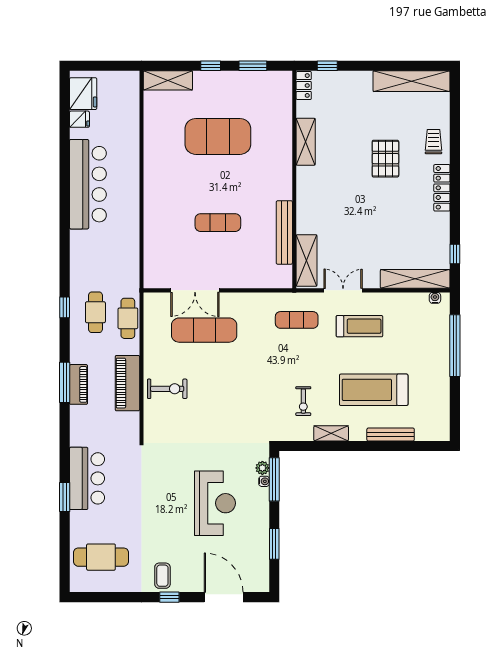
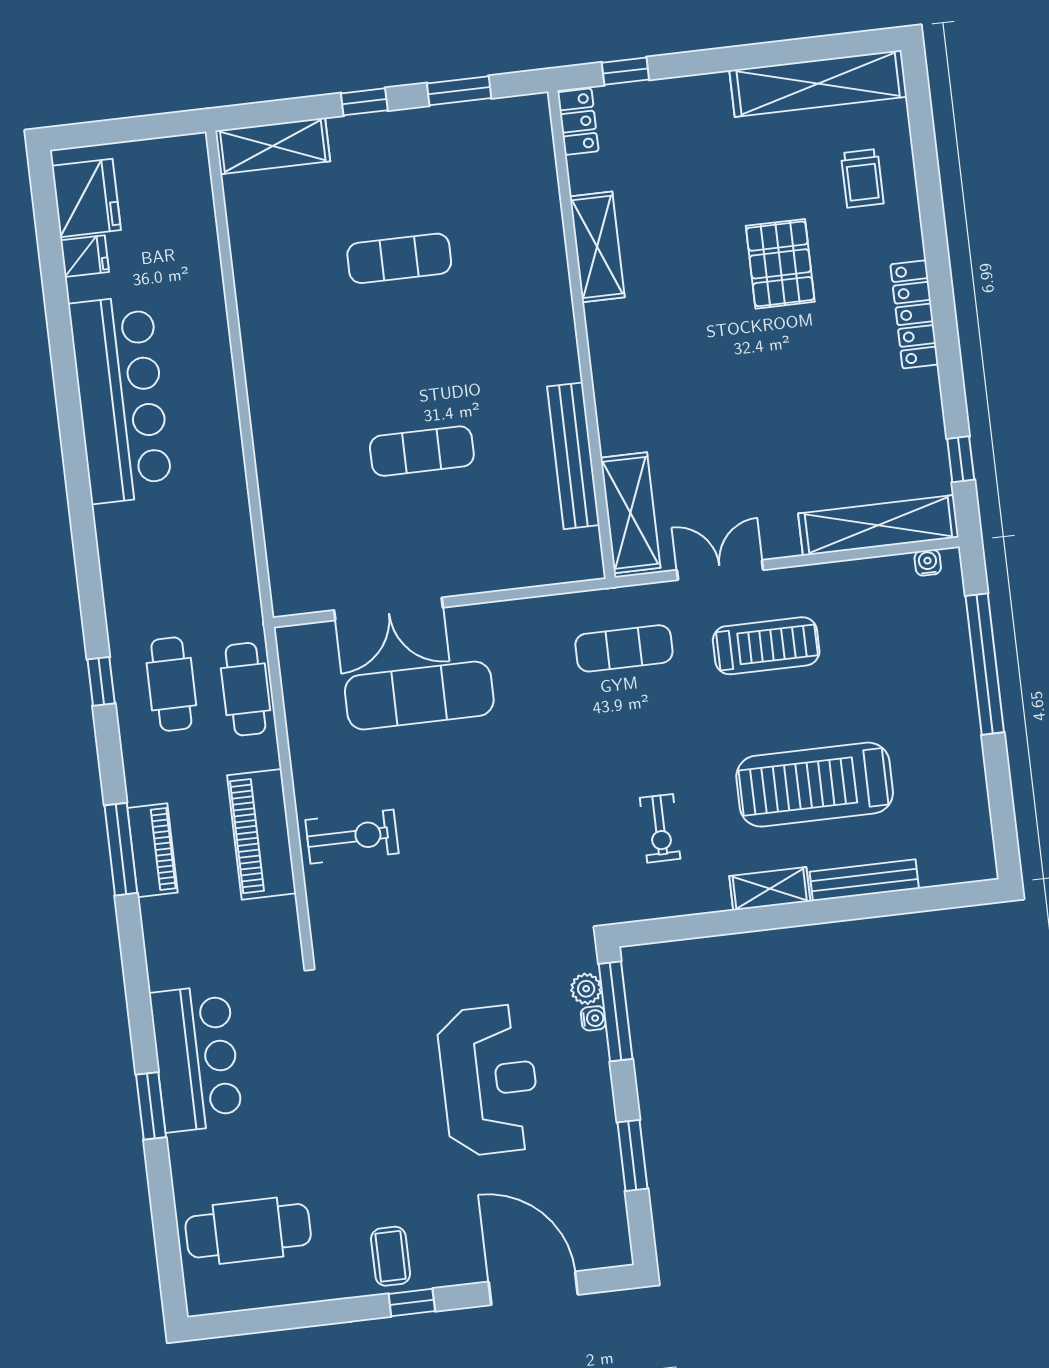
exercise mat: (218, 136) -> (399, 258), width x0.50, depth x0.69
trolley: (433, 142) -> (862, 178), moved, turned 180
shelving: (331, 433) -> (770, 889), moved

